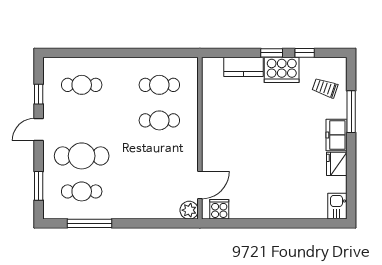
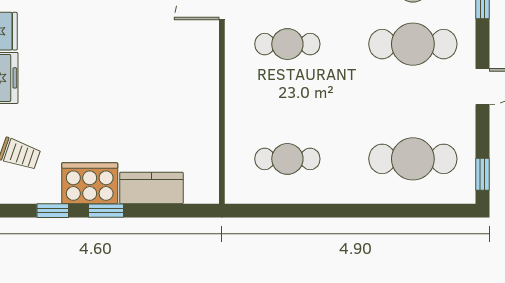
cafe table: (82, 85) -> (413, 159), width x1.37, depth x1.35
window: (39, 94) -> (482, 174), moved
cafe table: (159, 120) -> (287, 44), moved

